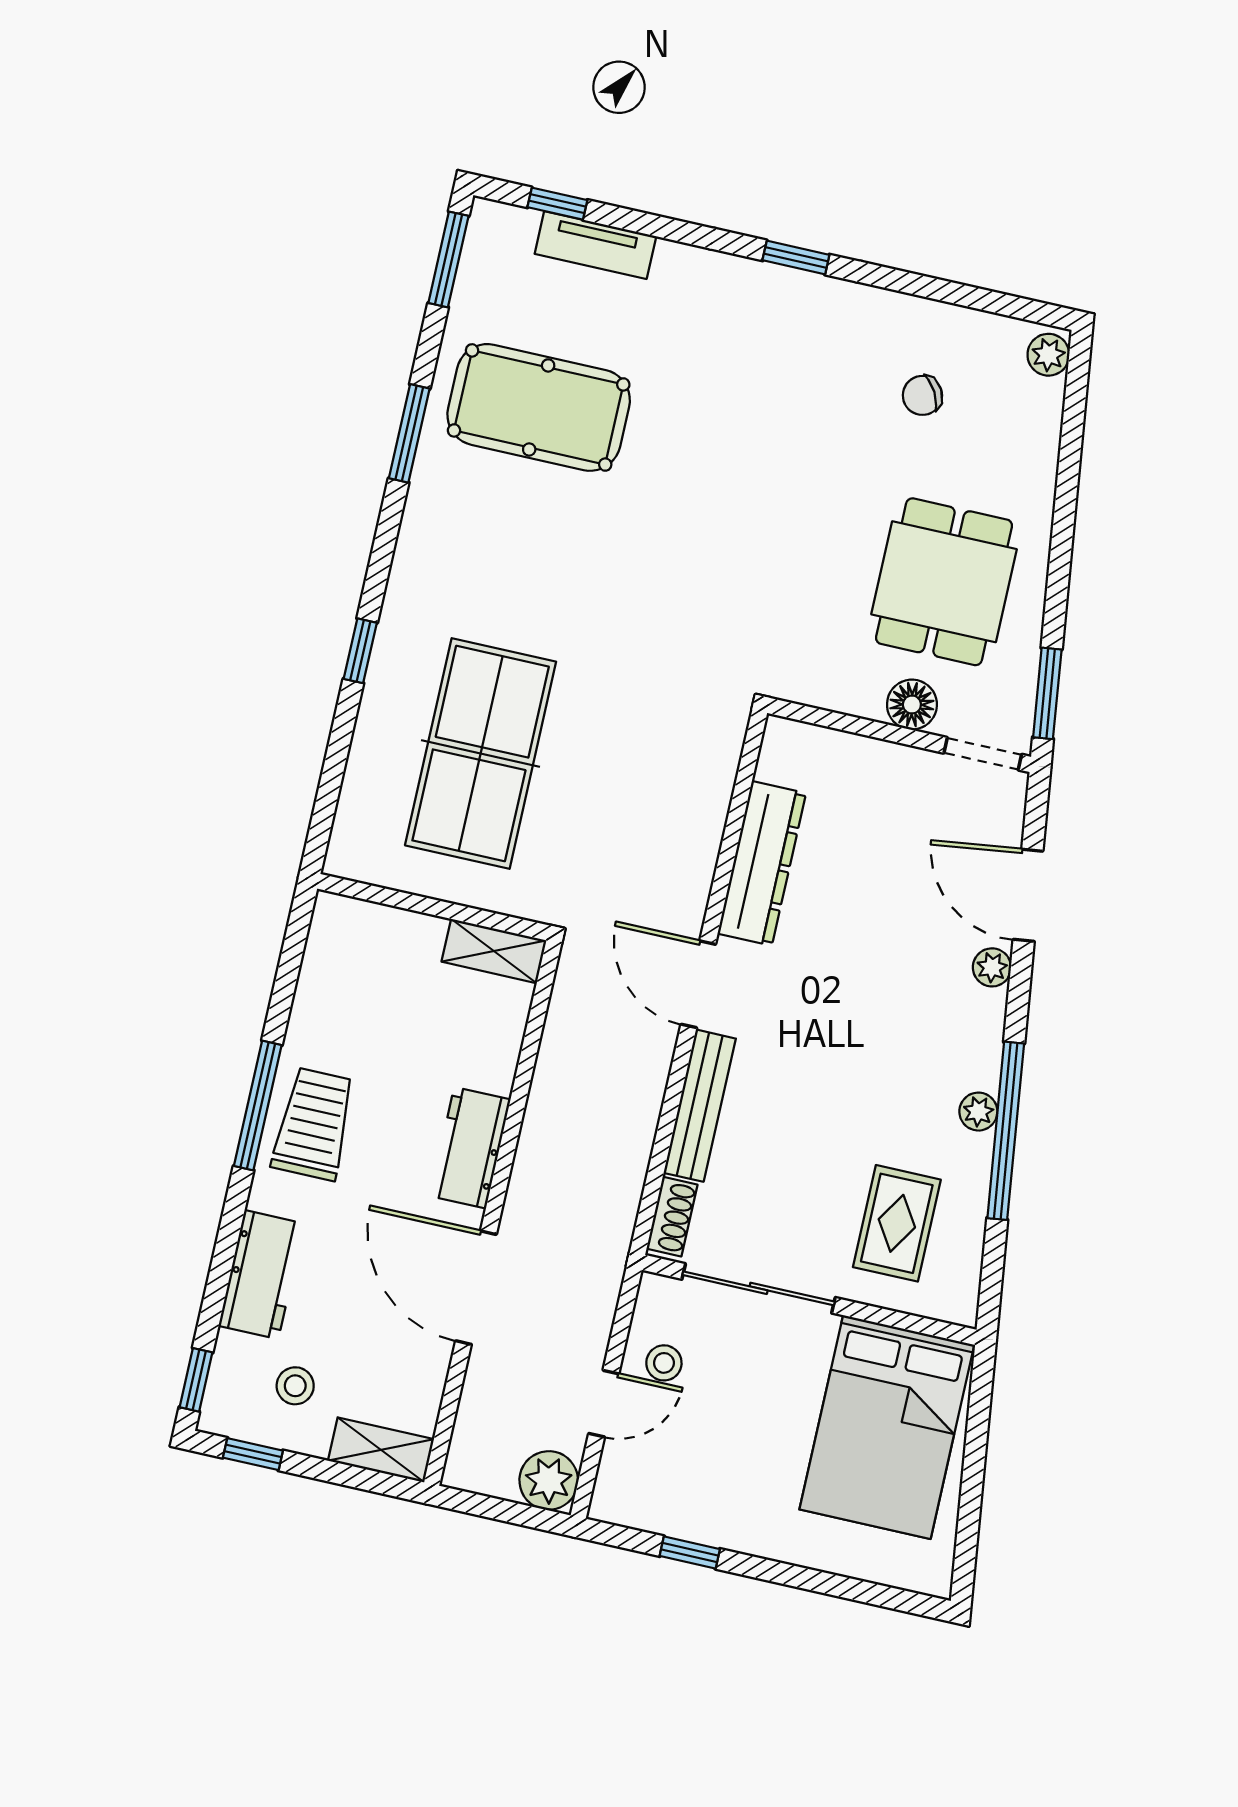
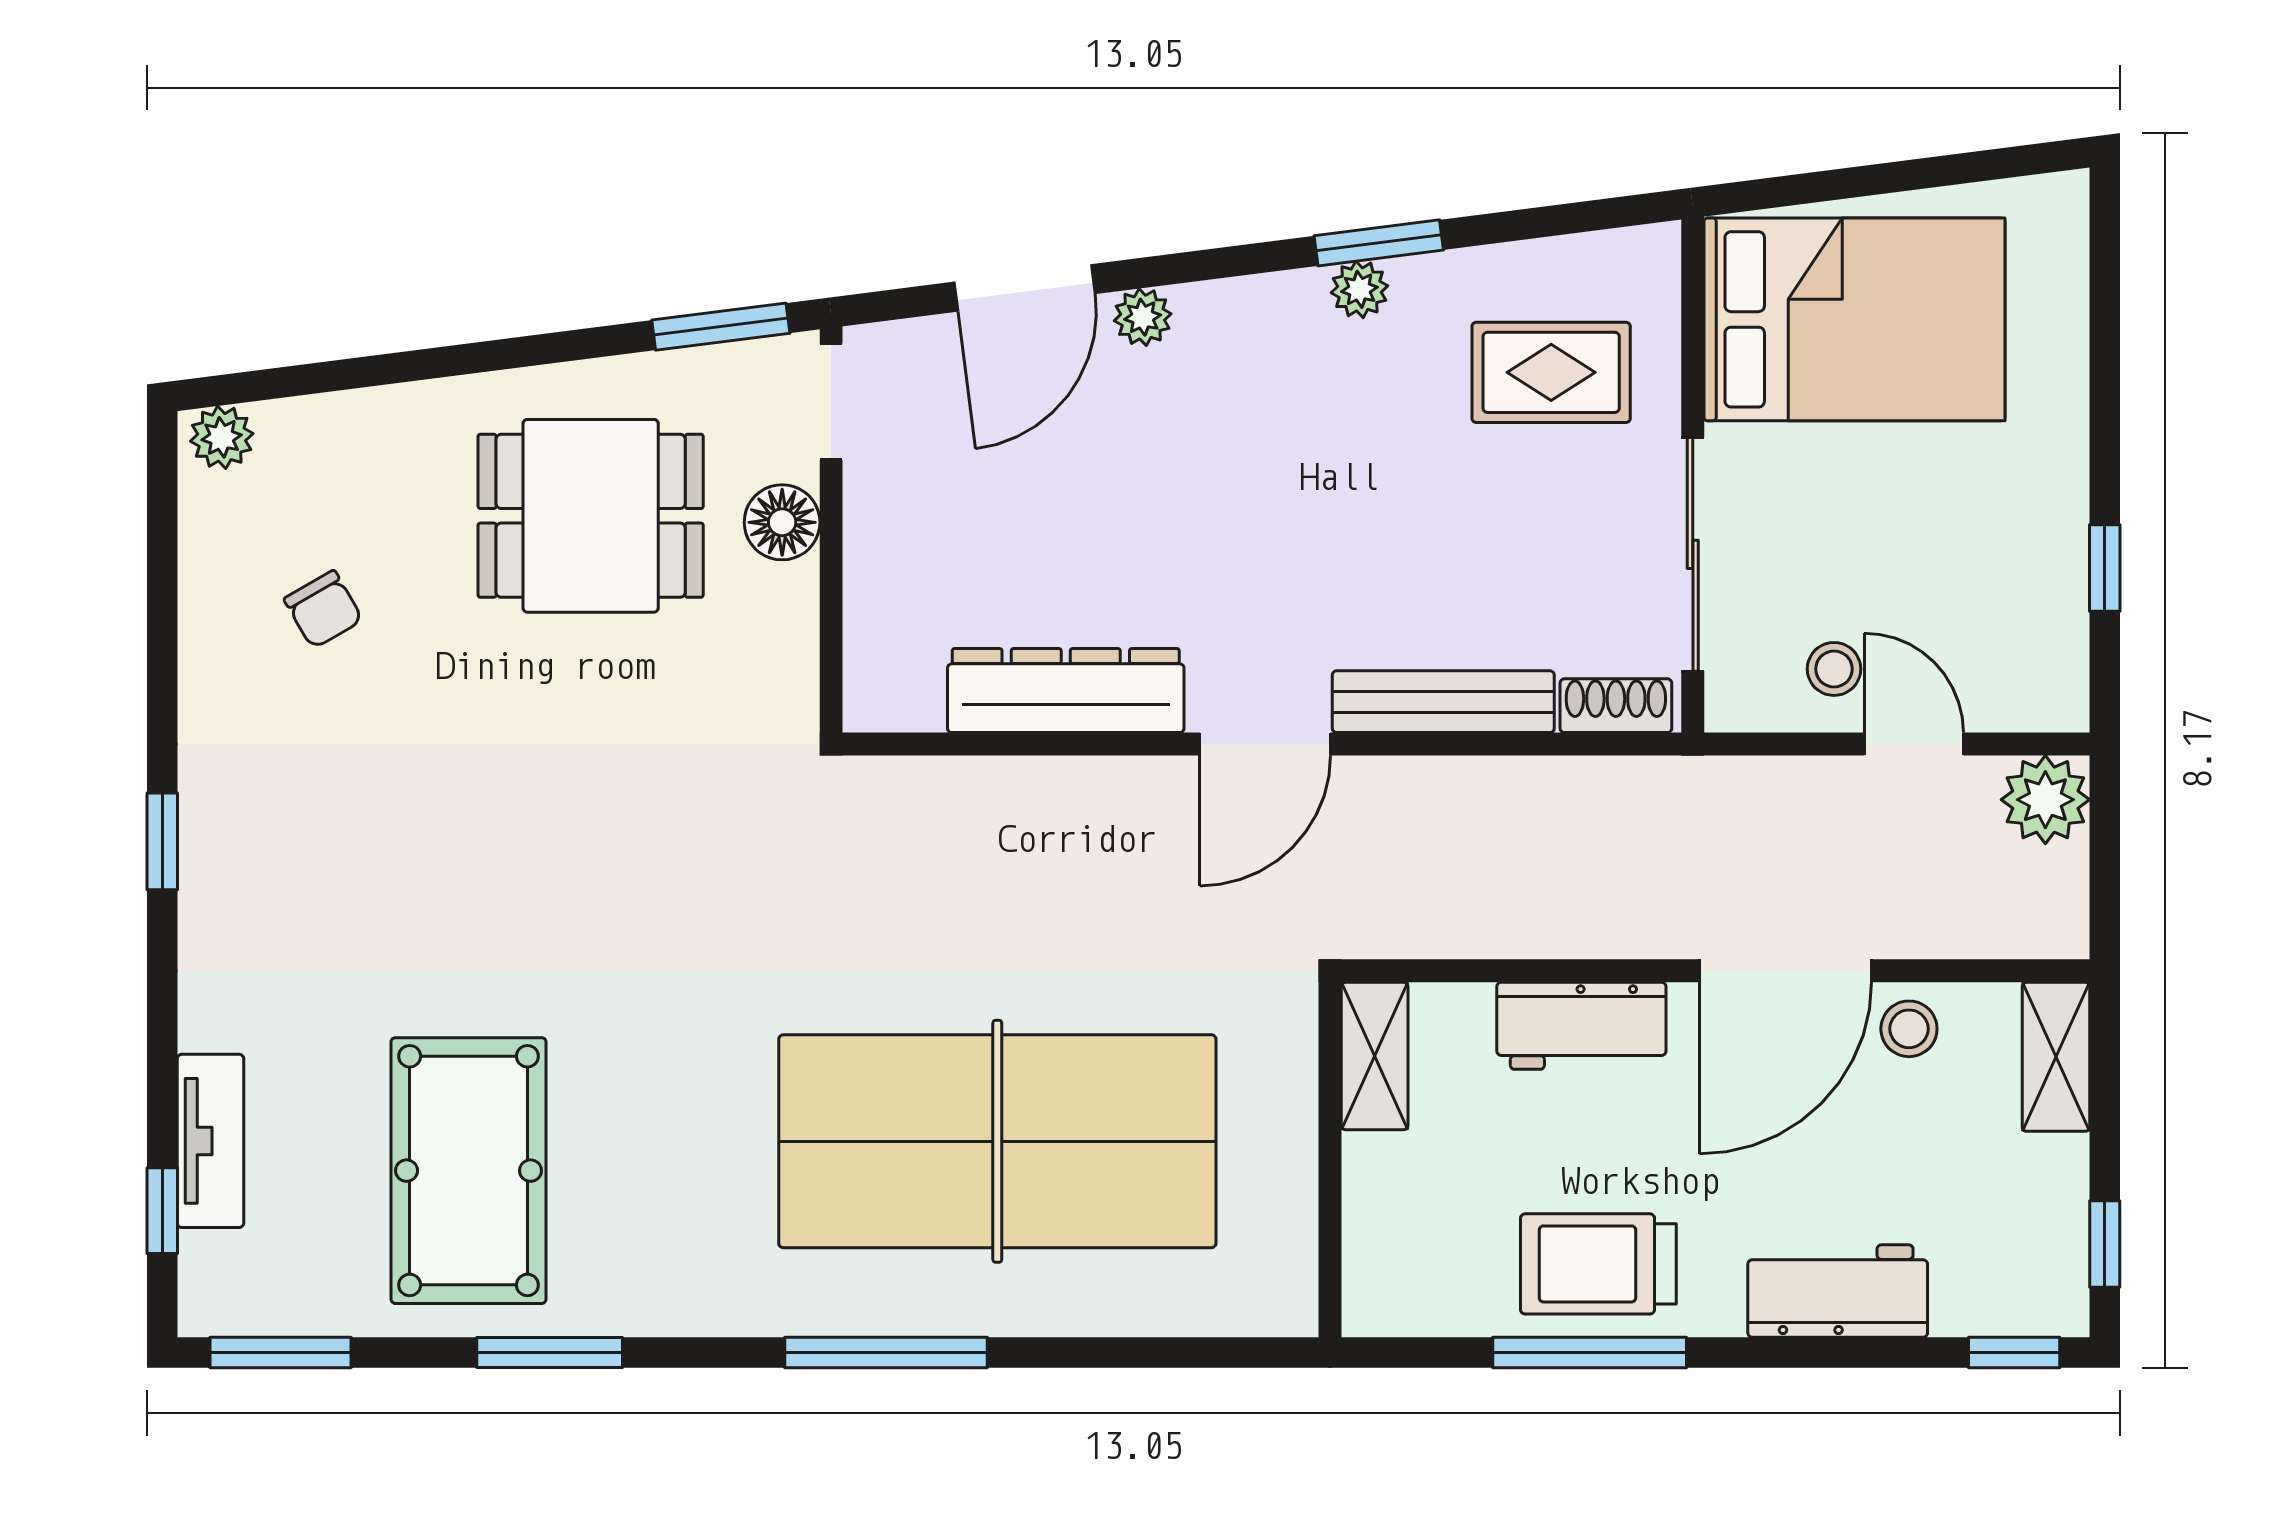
window: (360, 651) -> (886, 1353), width x2.17
table tennis table: (481, 753) -> (997, 1141), width x1.36, depth x1.32
wall: (433, 907) -> (1330, 1160), moved
shelving: (494, 951) -> (1375, 1056), moved
window: (1006, 1131) -> (1379, 243), width x0.47
stool: (295, 1386) -> (1909, 1029), moved

